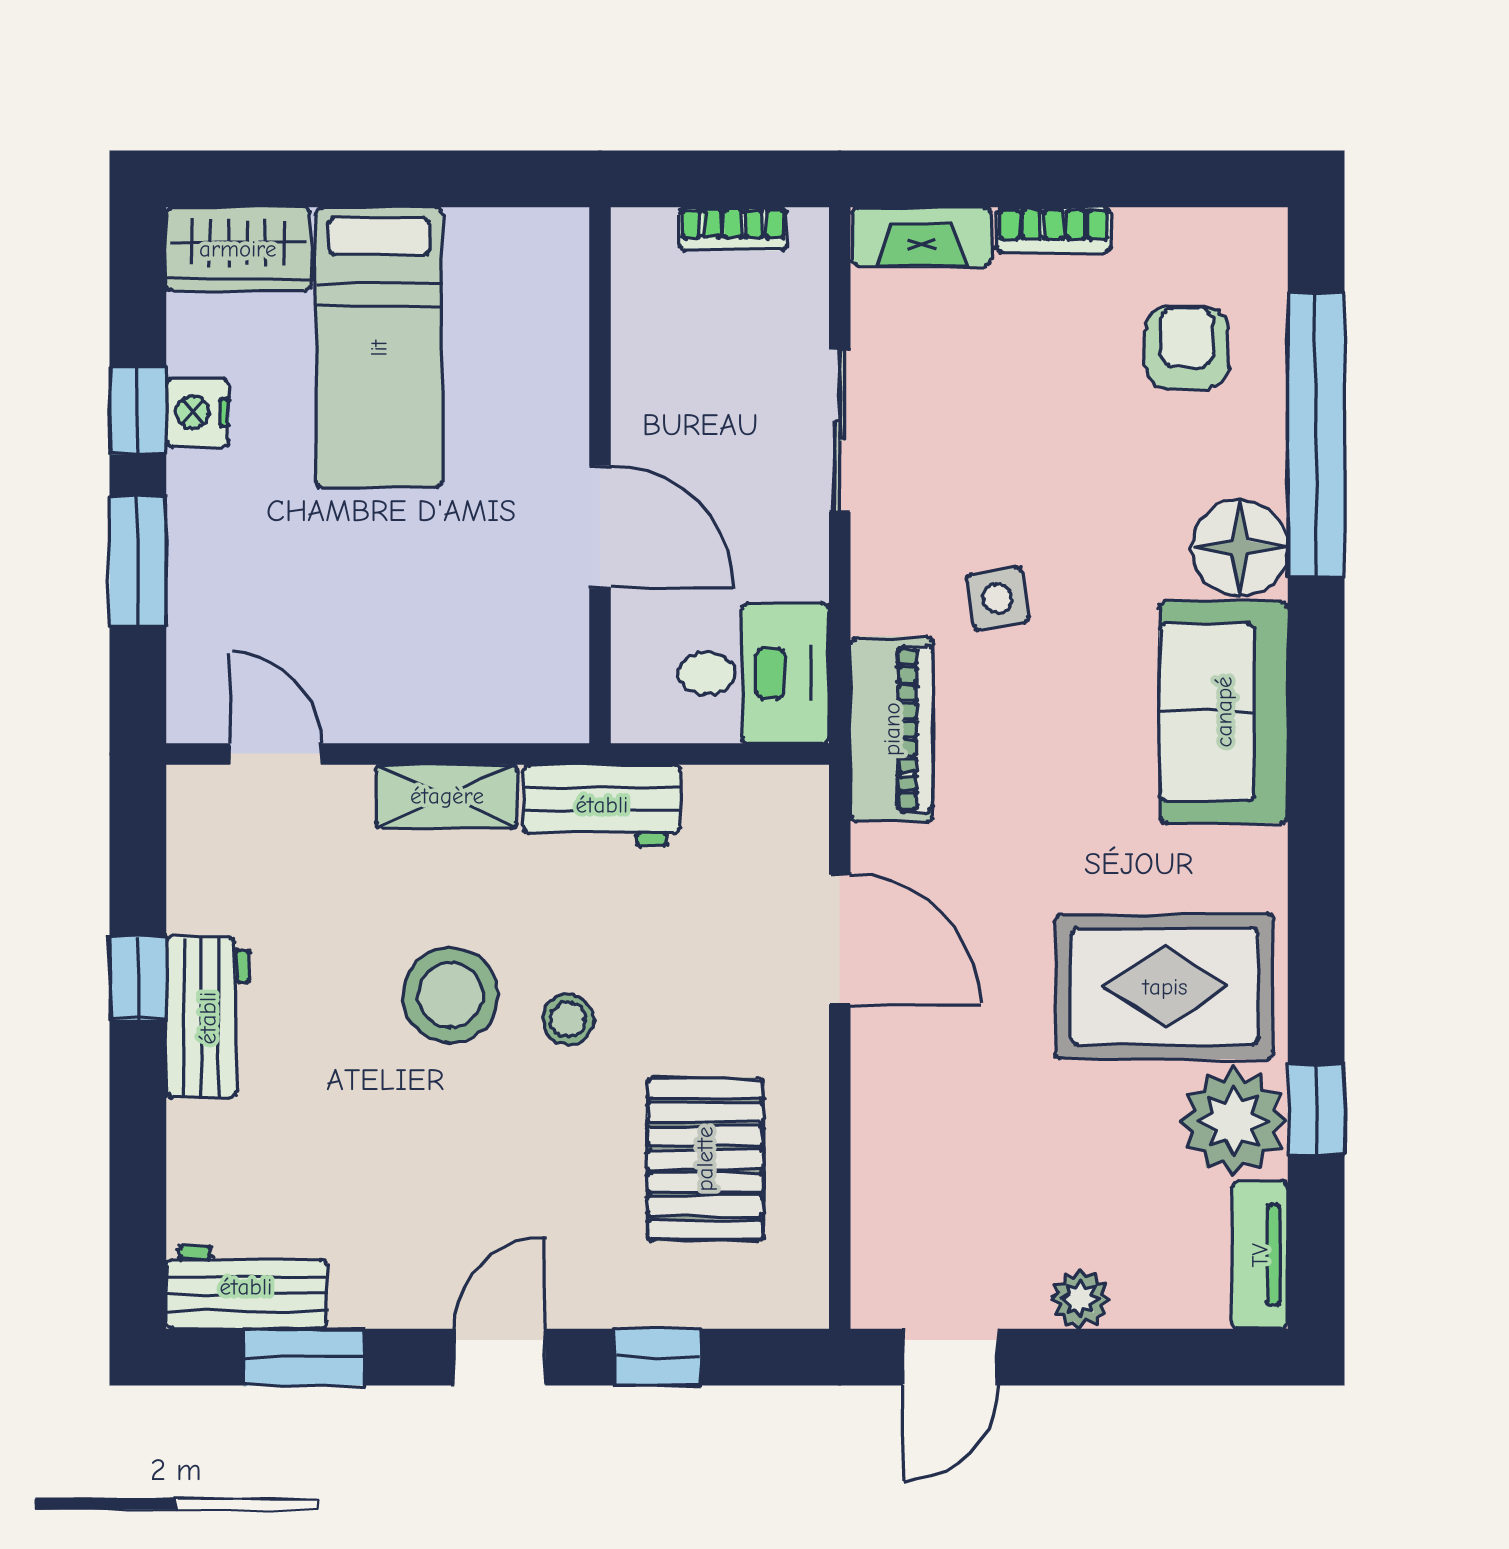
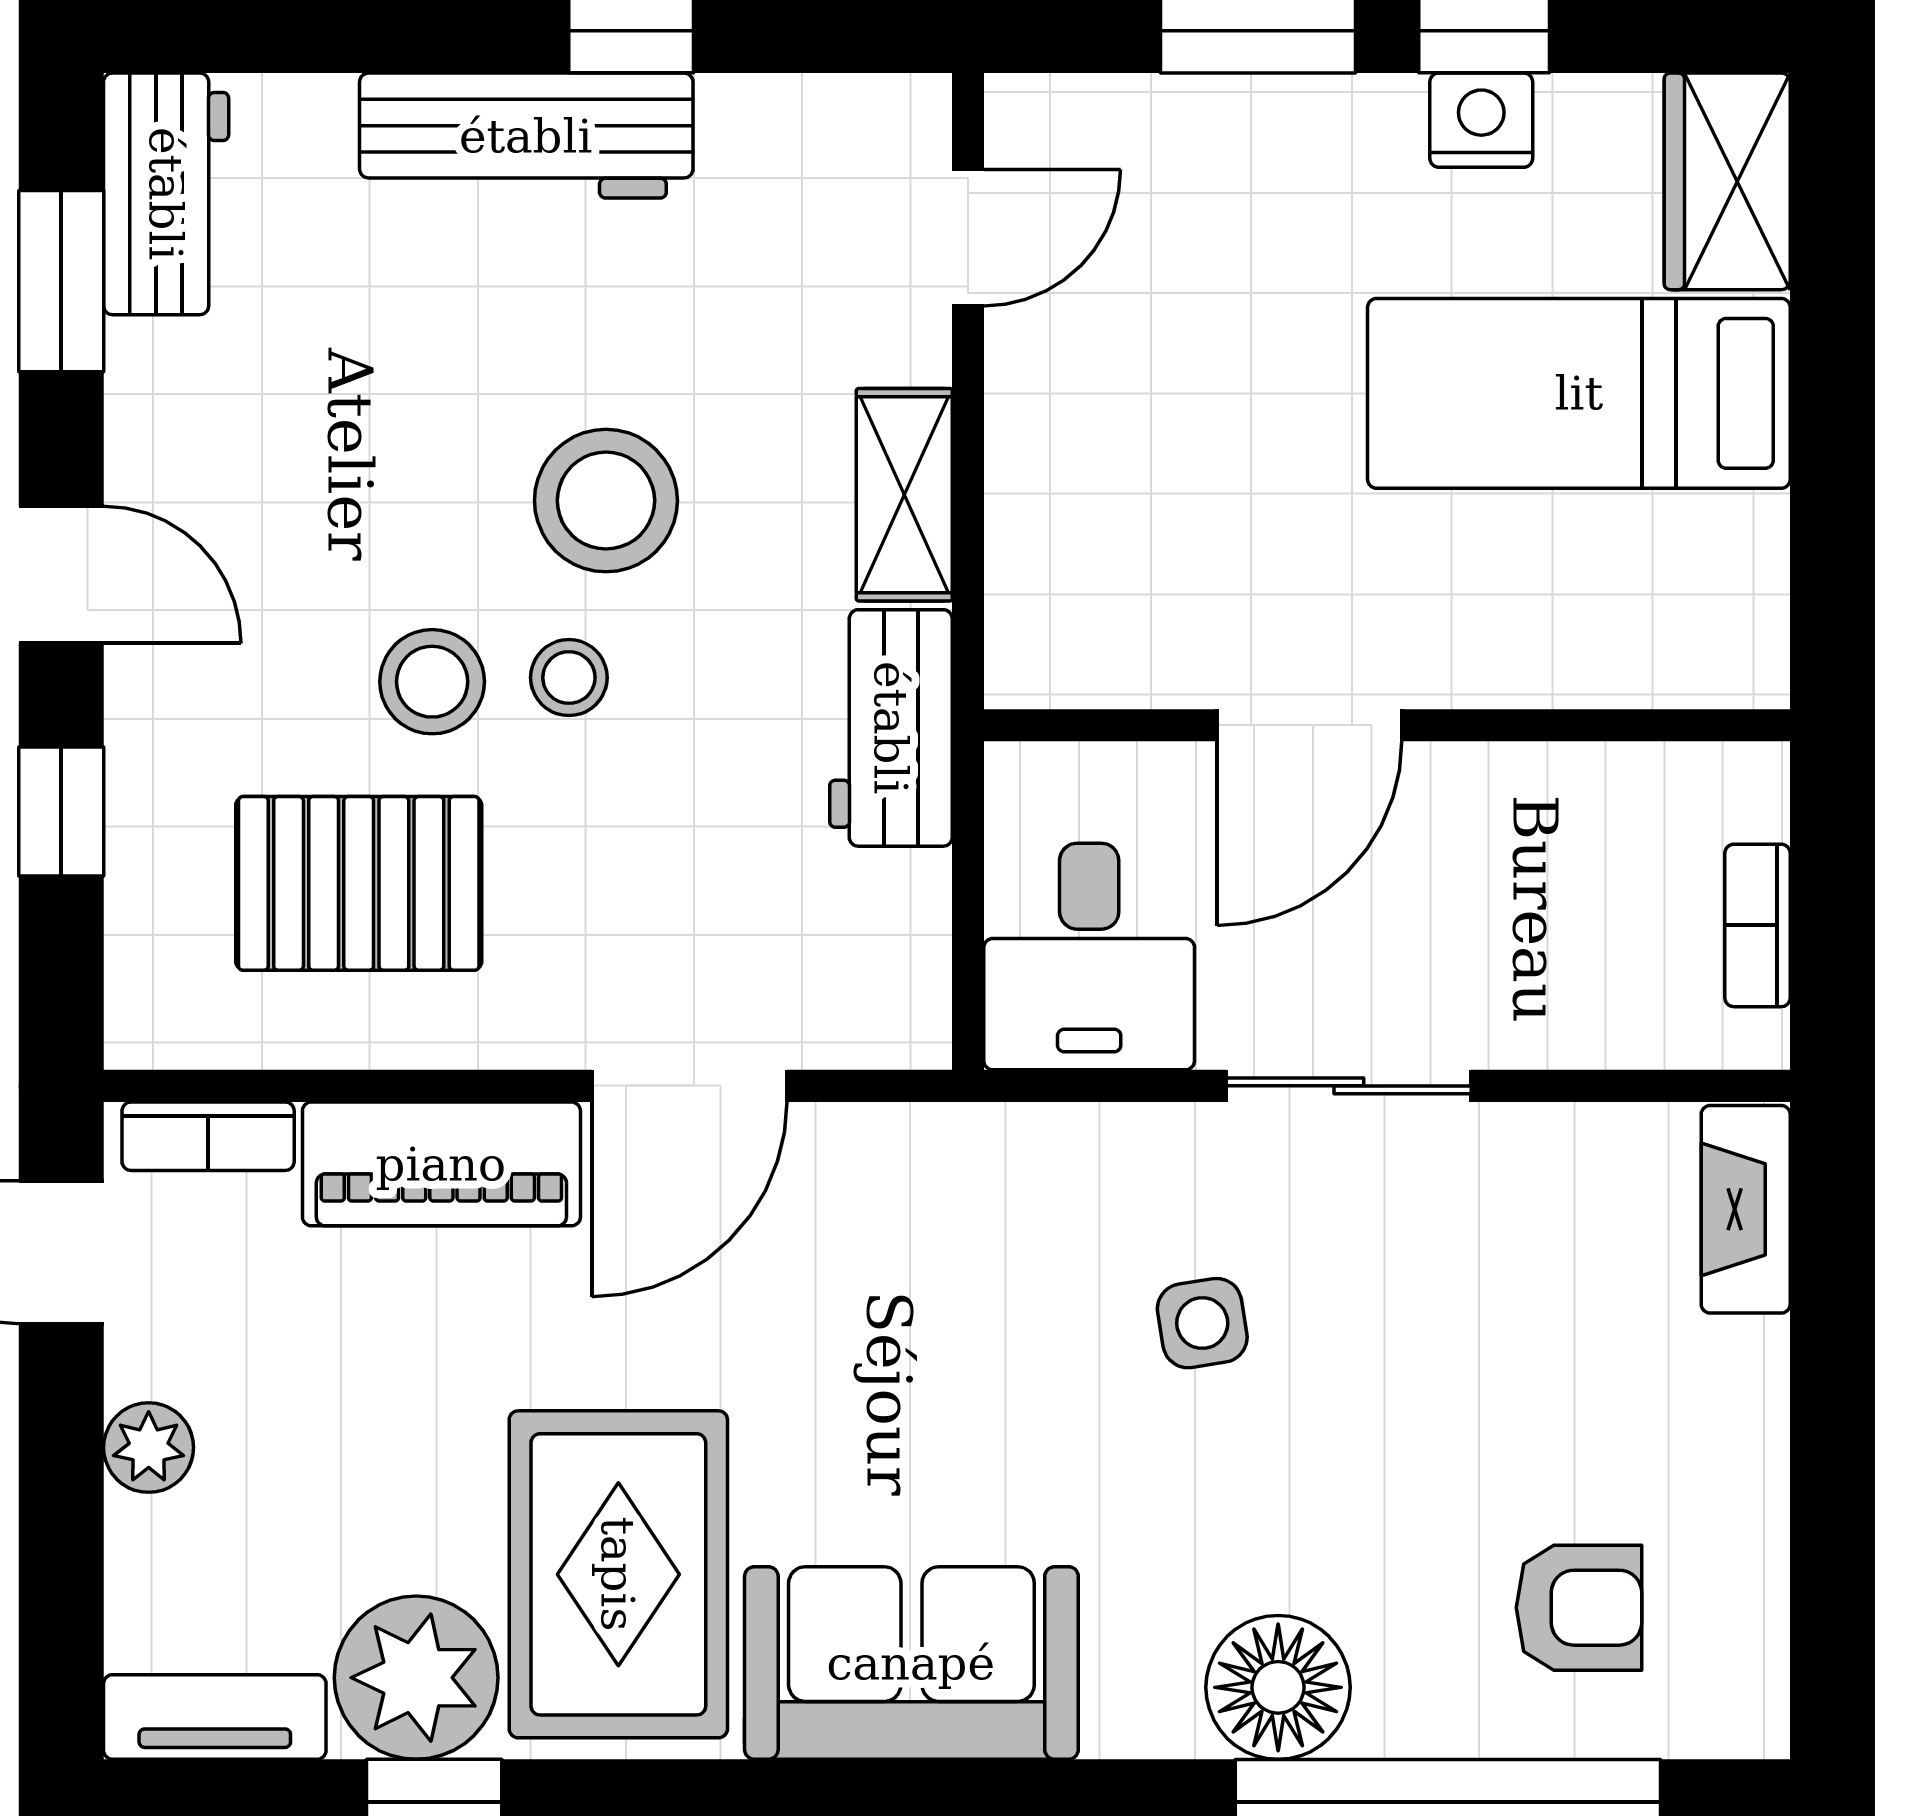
bookcase: (1054, 230) -> (208, 1136), moved, turned -90
sliding door: (840, 431) -> (1349, 1086), moved
sofa: (1224, 712) -> (911, 1663), moved
piano: (892, 729) -> (441, 1164), moved
workbench: (208, 1018) -> (526, 136), width x1.38
stool: (571, 1110) -> (432, 682), added

